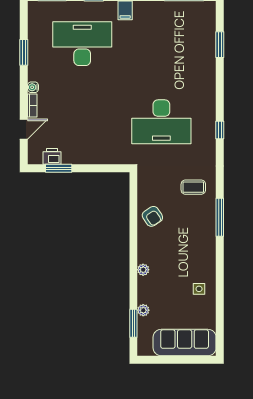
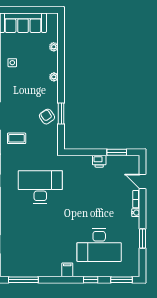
door: (24, 129) -> (143, 181), hinge flipped
printer: (52, 156) -> (99, 161), moved
window: (133, 323) -> (61, 113), moved

